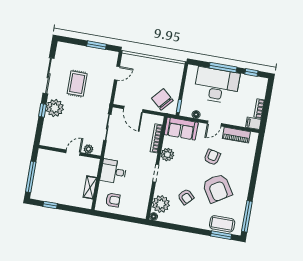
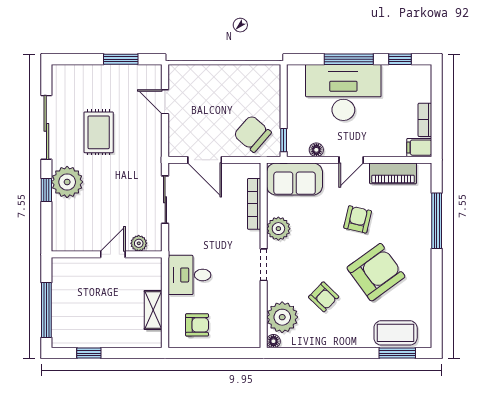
door: (117, 73) -> (165, 102), swing flipped
armchair: (217, 188) -> (376, 272), turned -94
window: (247, 216) -> (437, 221), moved

